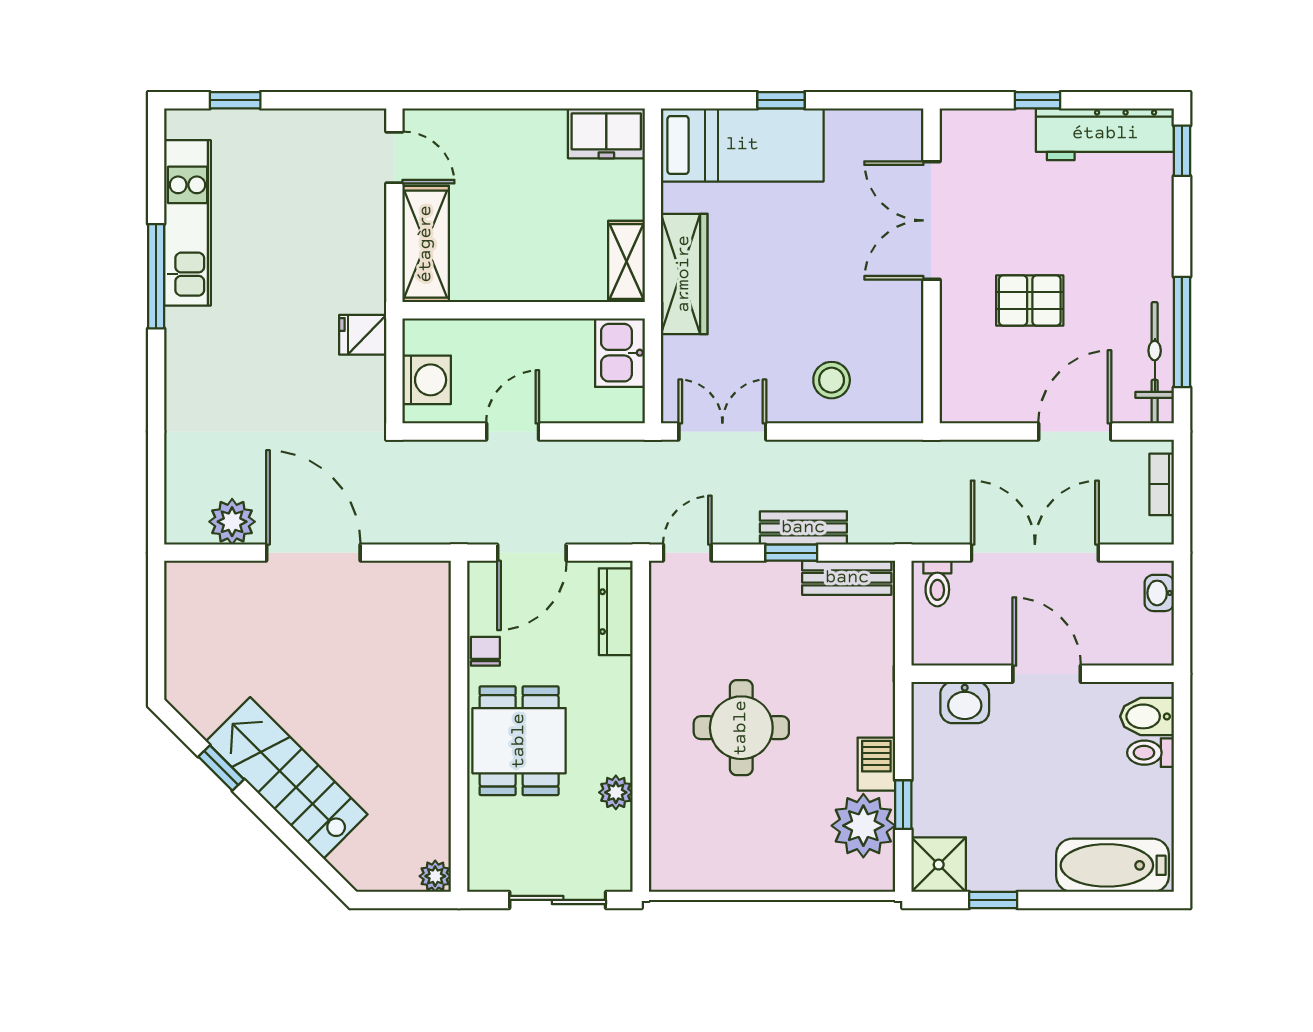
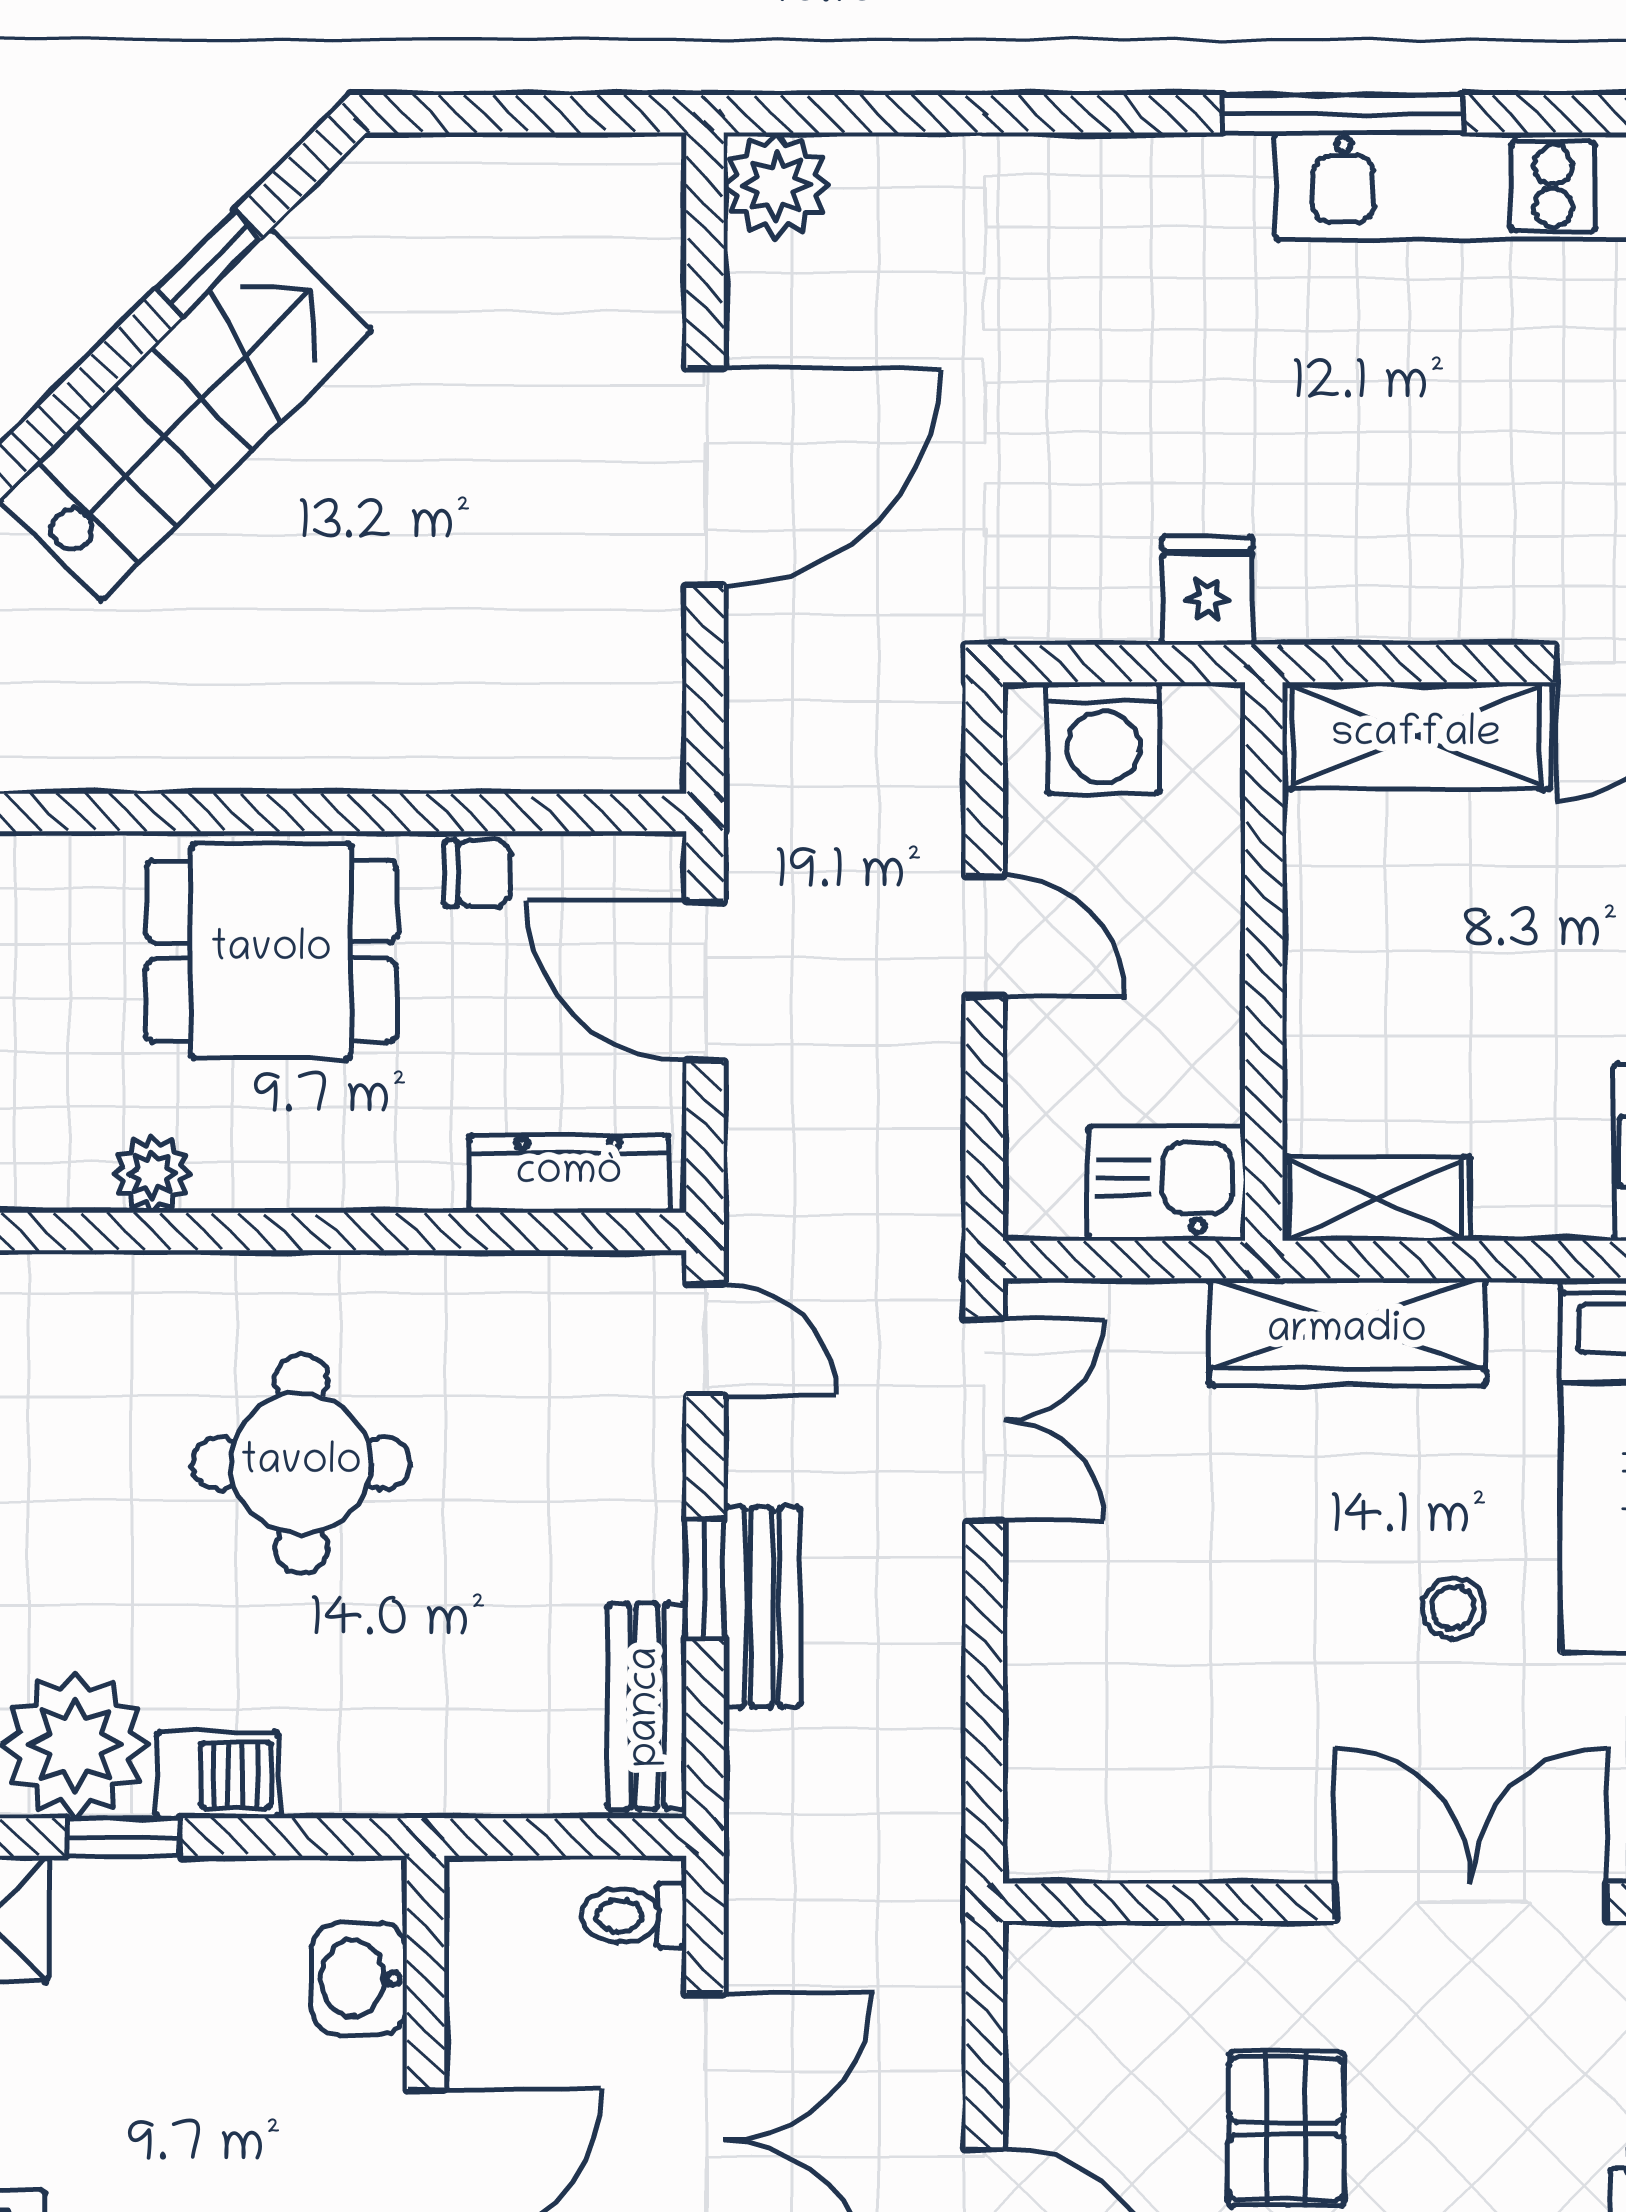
stool: (832, 380) -> (1453, 1608), moved, width x0.73, depth x0.73
plant: (232, 522) -> (776, 185), moved

